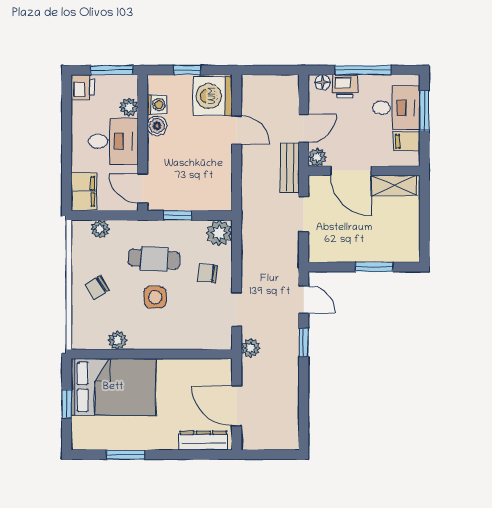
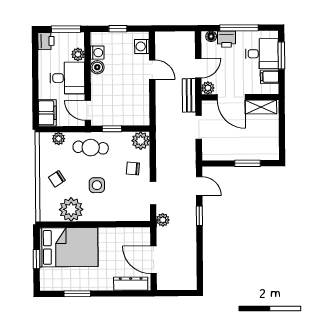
washing machine: (213, 96) -> (142, 46), width x0.53, depth x0.53
cafe table: (154, 259) -> (91, 148), moved
plant: (117, 340) -> (71, 209), width x1.87, depth x1.87

